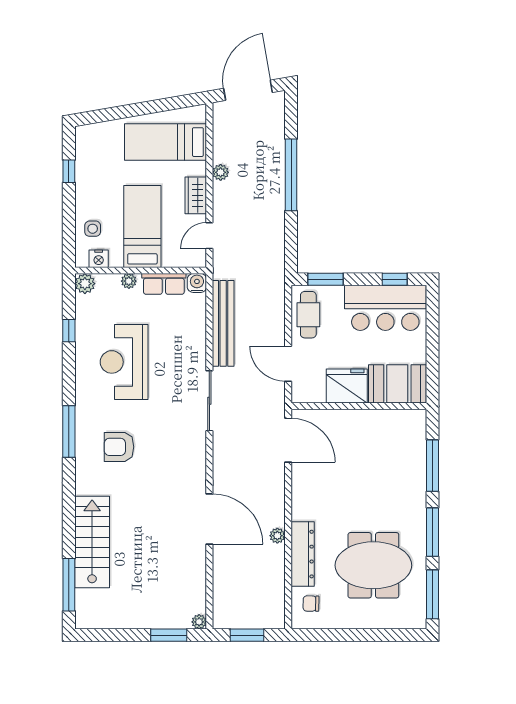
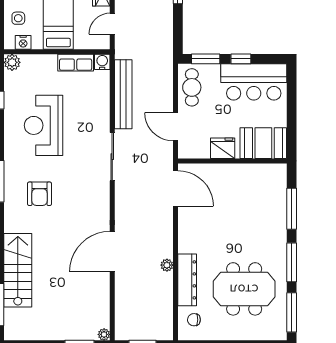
window: (395, 279) -> (241, 59), moved
plant: (129, 281) -> (47, 60), removed
fridge: (347, 386) -> (223, 148), width x0.73, depth x0.75
armchair: (119, 447) -> (39, 194), turned -90
door: (209, 519) -> (112, 252), swing flipped

